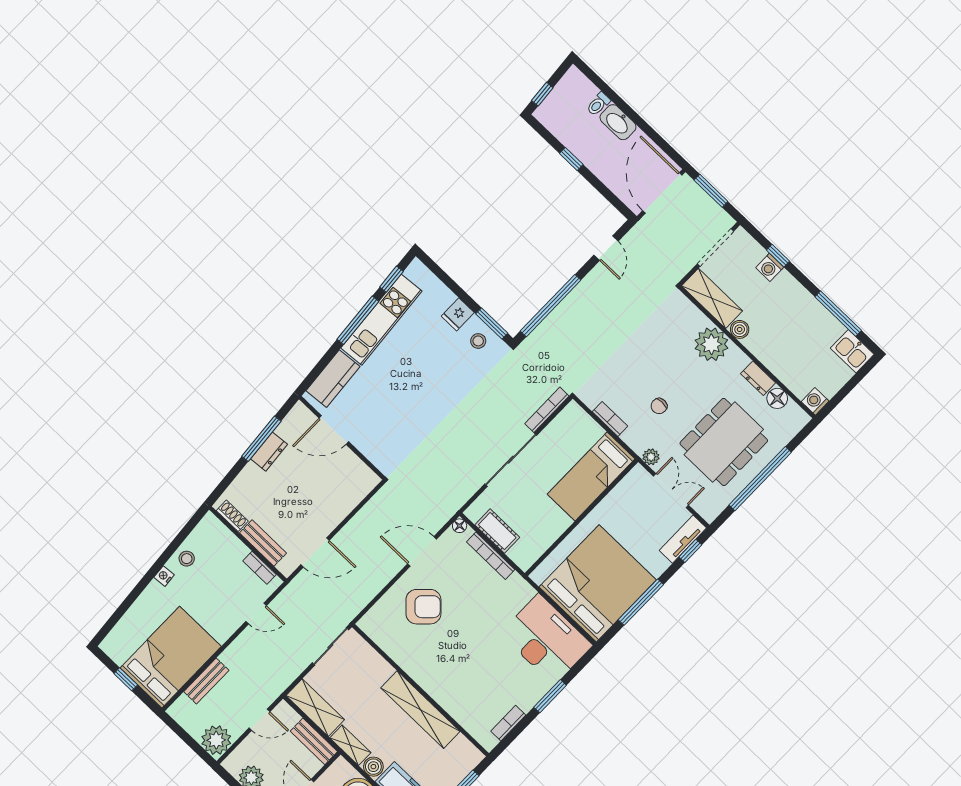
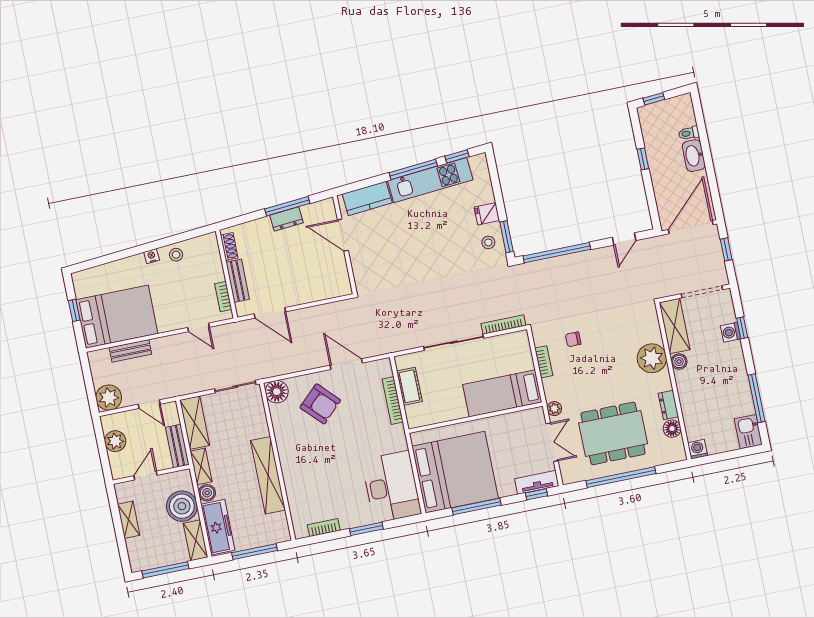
window: (711, 191) -> (726, 249), width x0.67
chair: (659, 406) -> (573, 339), moved
floor lamp: (460, 526) -> (277, 392), moved, width x1.89, depth x1.89

